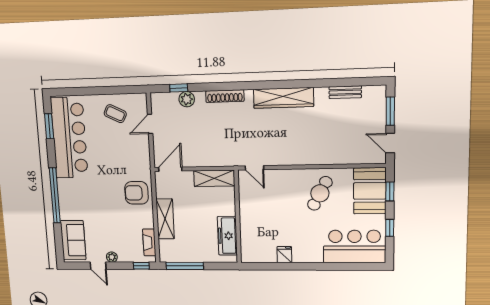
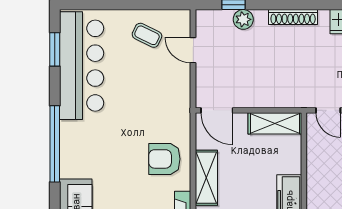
door: (150, 124) -> (193, 50), hinge flipped
door: (170, 169) -> (217, 110), swing flipped
armchair: (136, 193) -> (164, 159), moved

